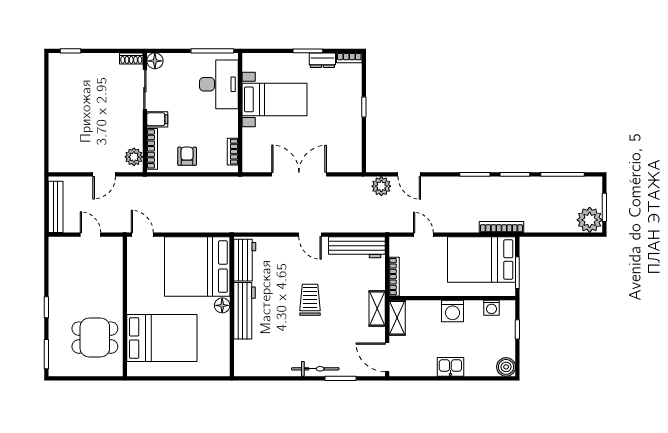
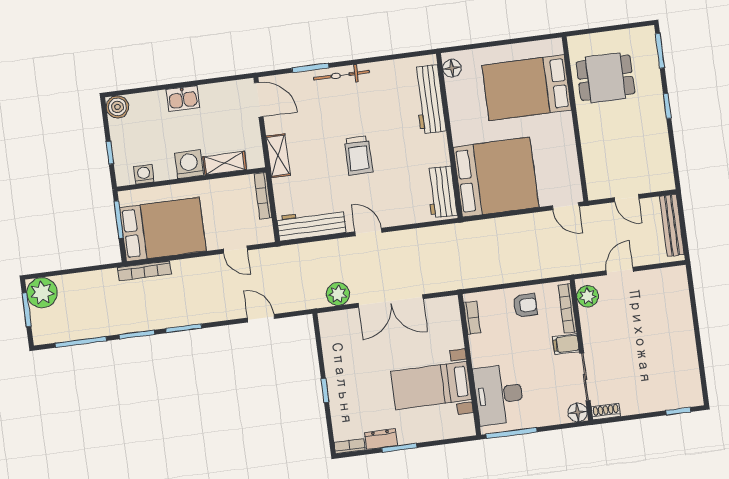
armchair: (187, 156) -> (525, 305), turned -90
plant: (381, 186) -> (338, 294), moved
floor lamp: (222, 305) -> (452, 68), moved
workbench: (244, 311) -> (429, 99), moved
shelving: (397, 318) -> (225, 163), moved, turned 90

